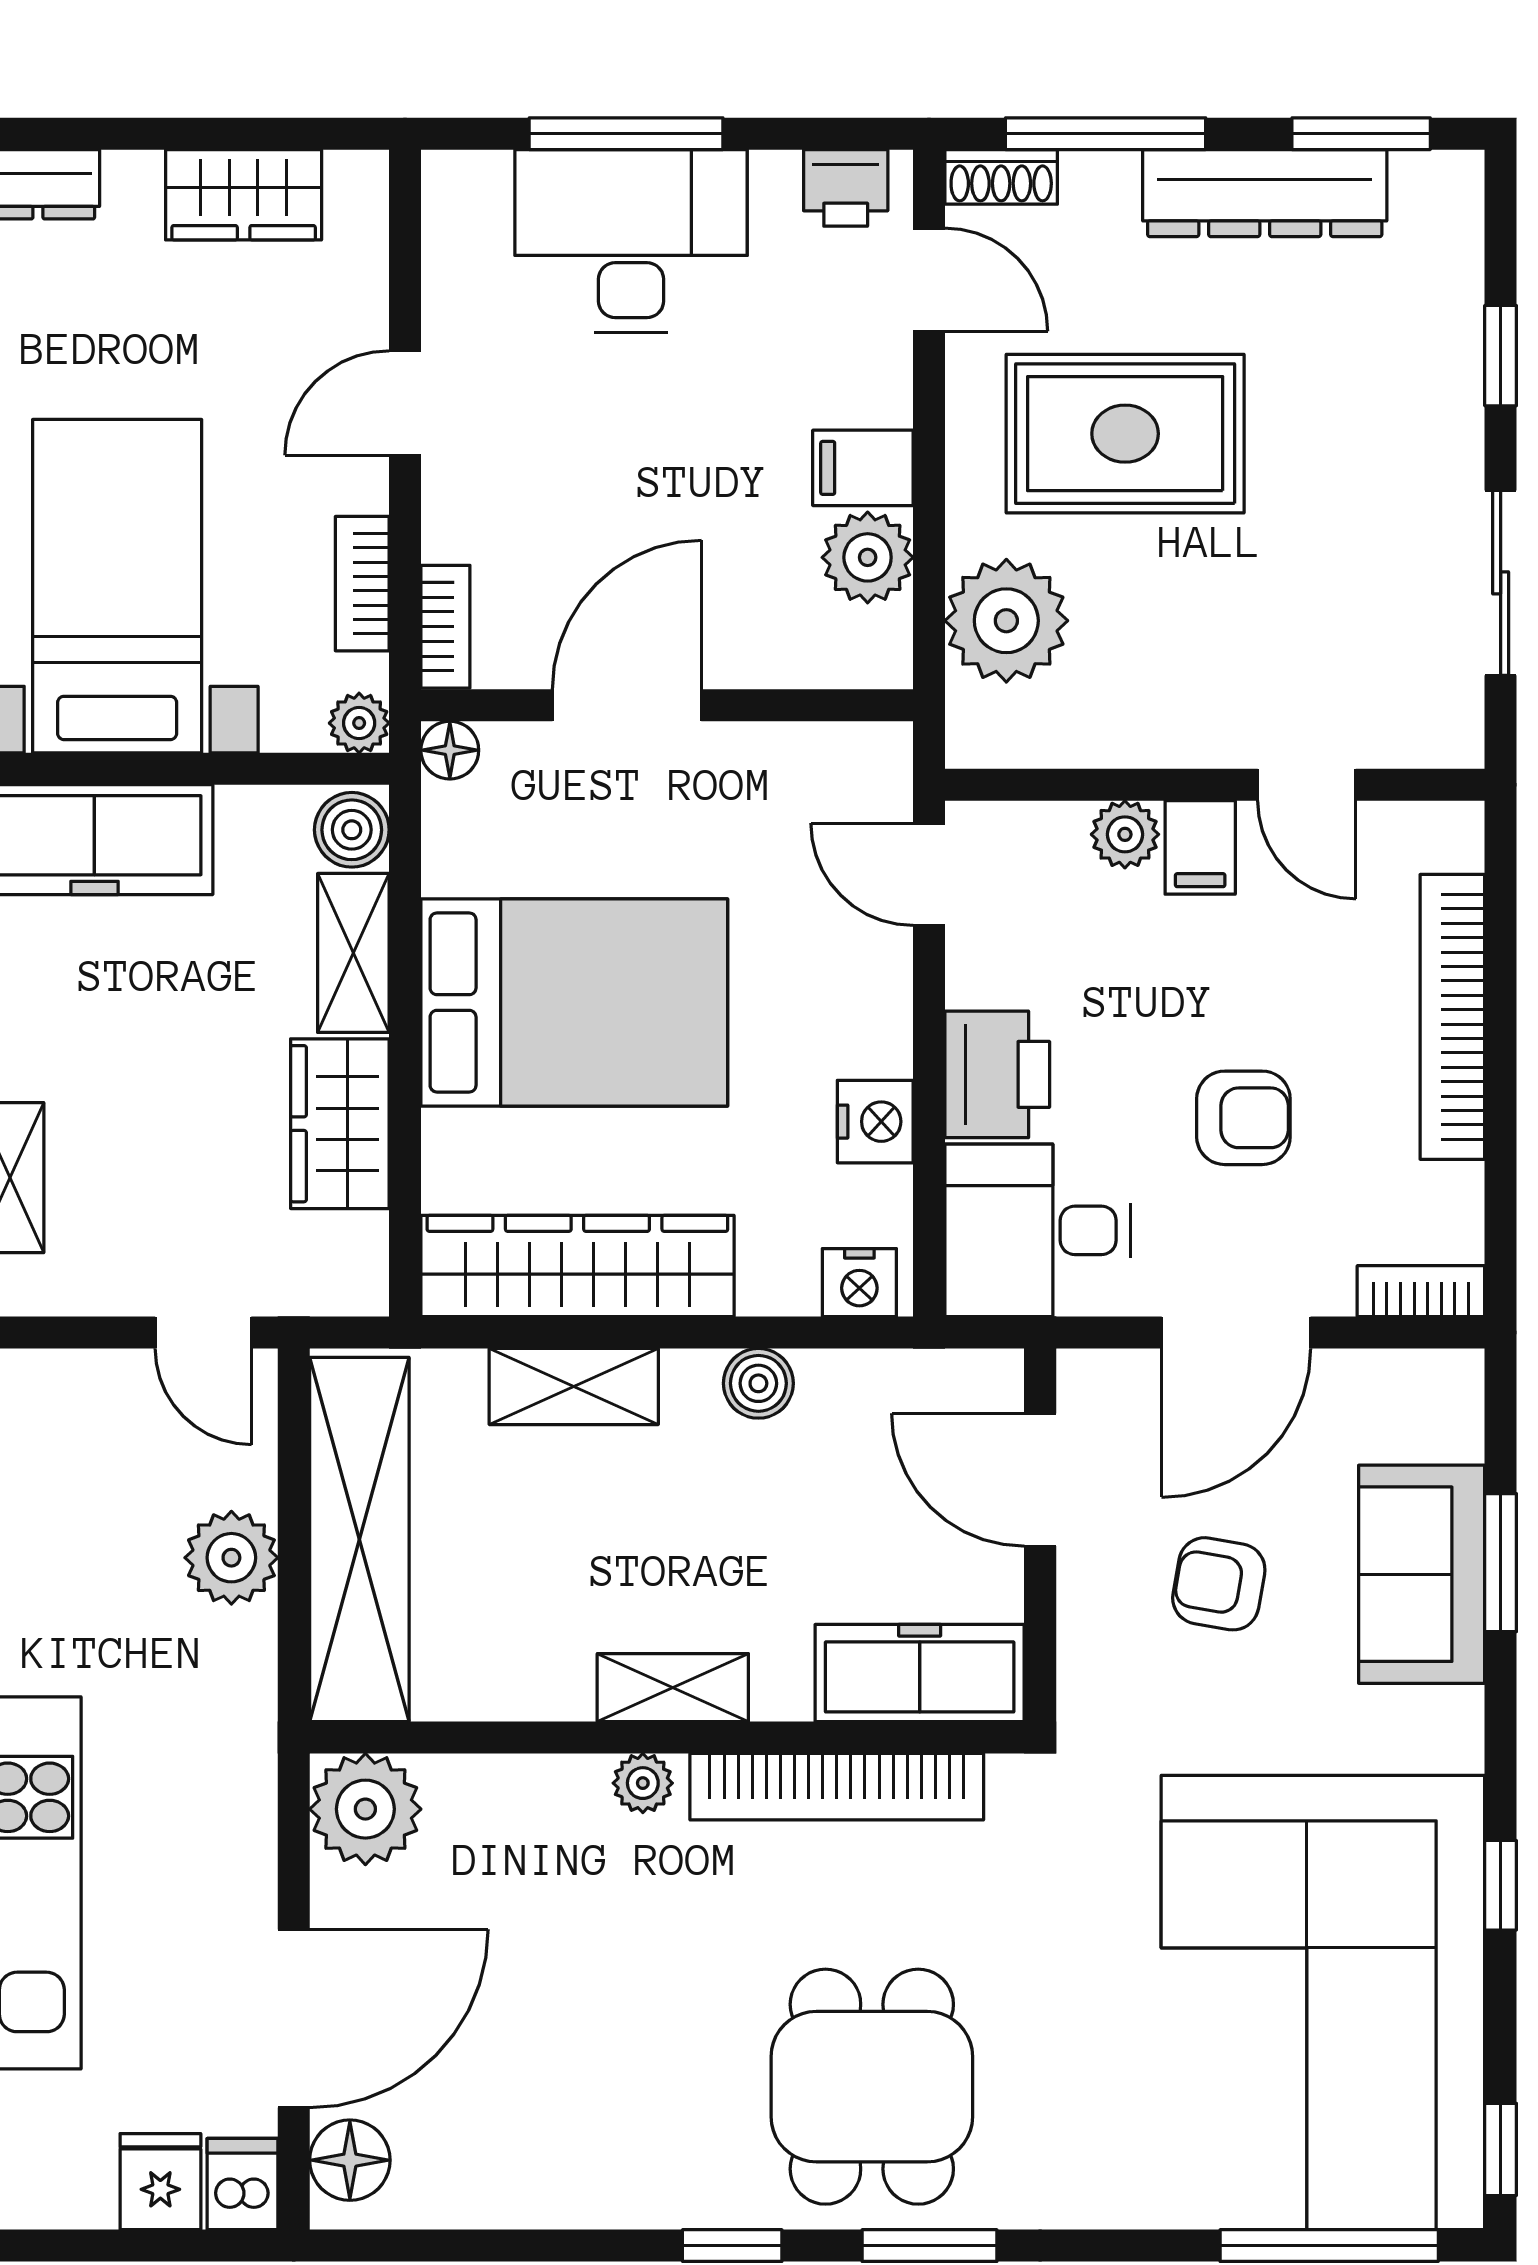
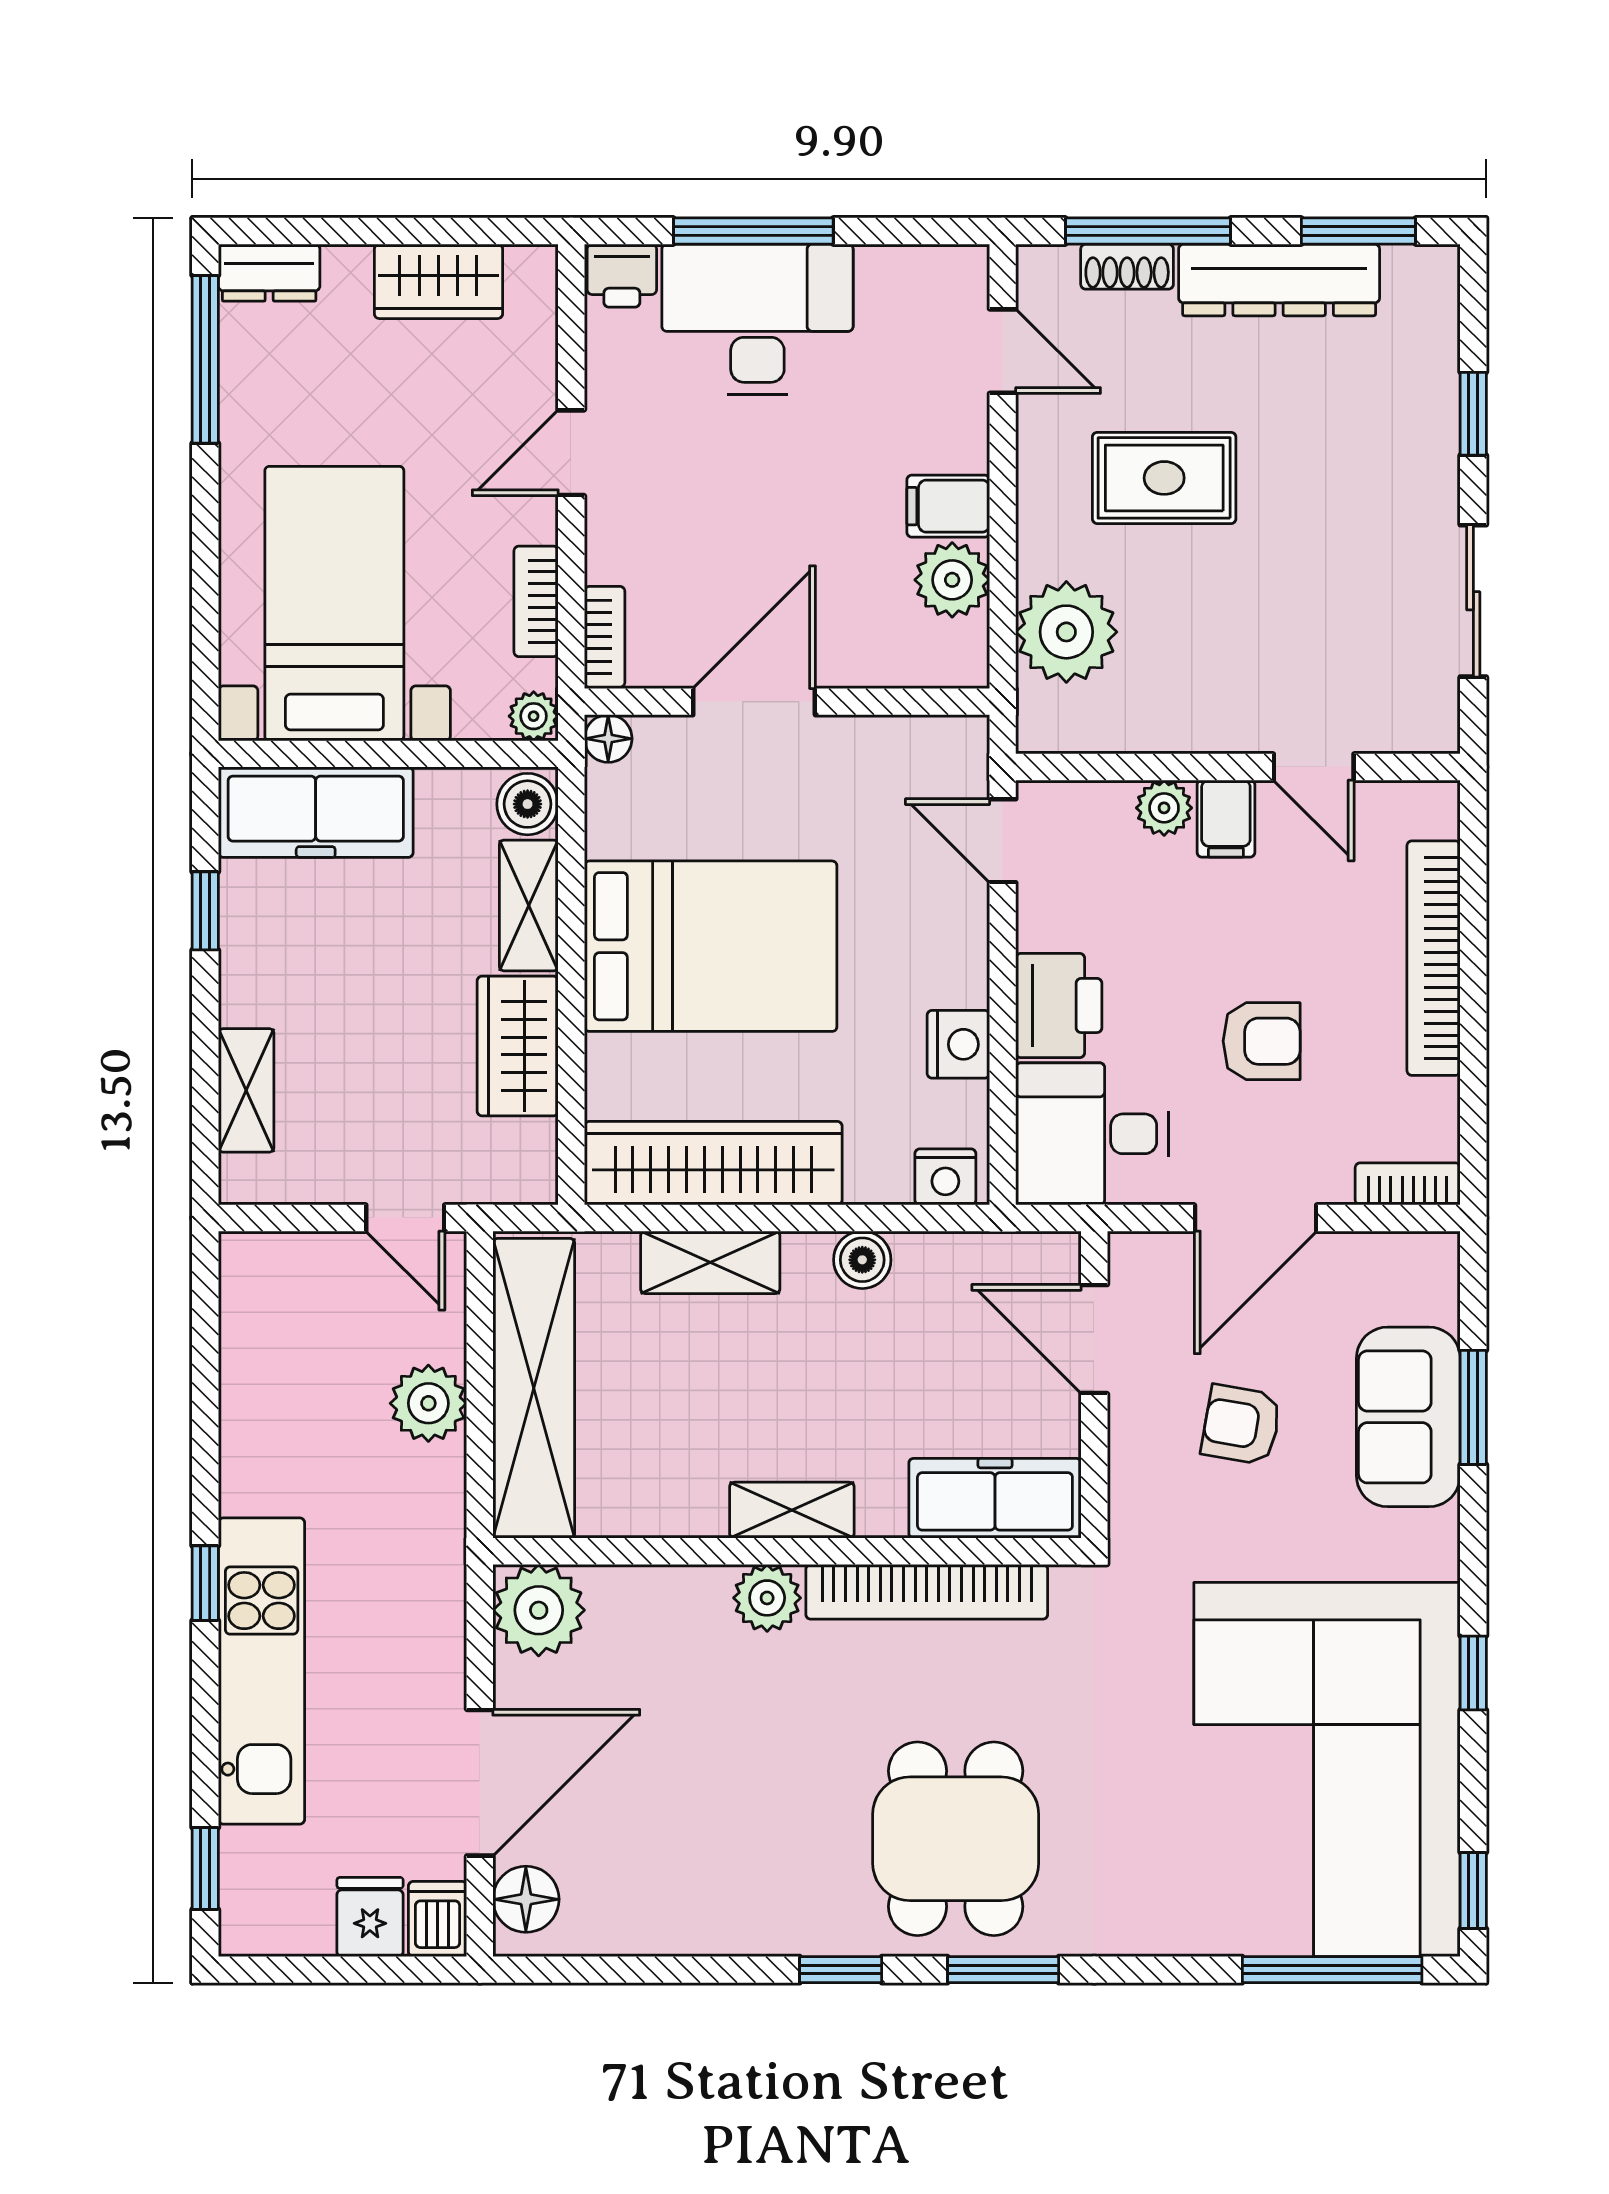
shoe rack: (1001, 177) -> (1127, 267), moved
printer: (846, 188) -> (622, 276), moved
rug: (1125, 434) -> (1164, 478), width x0.73, depth x0.70
plant: (643, 1783) -> (767, 1598), width x1.38, depth x1.38

